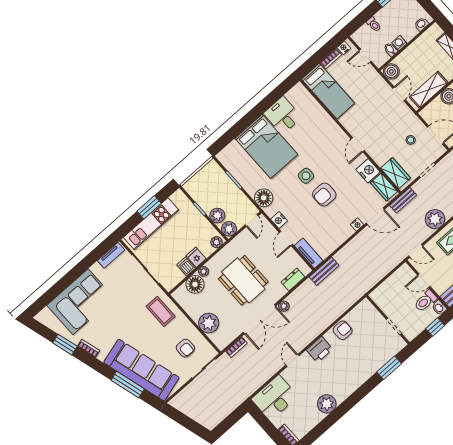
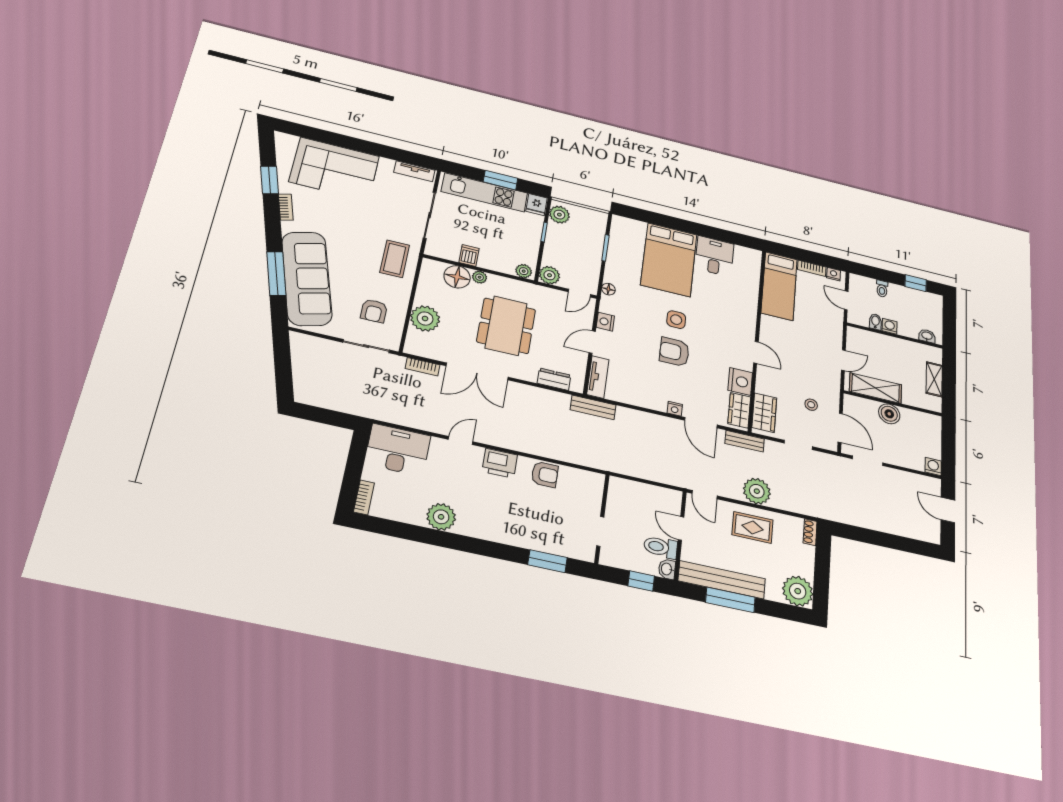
boiler: (391, 71) -> (857, 337), removed
door: (358, 145) -> (756, 352), swing flipped
floor lamp: (264, 198) -> (608, 289), width x0.53, depth x0.53
plant: (217, 216) -> (559, 215), moved
fridge: (196, 257) -> (536, 205), moved, turned 180
plant: (284, 306) -> (515, 389), removed

